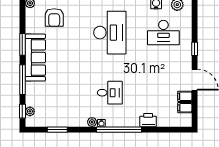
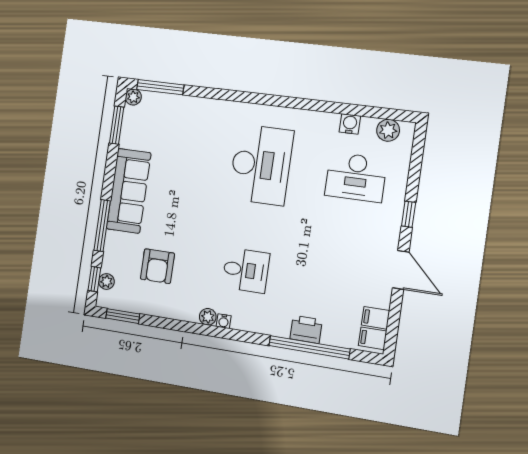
armchair: (54, 18) -> (157, 266), moved
window: (22, 44) -> (117, 125), moved
filing cabinet: (185, 96) -> (373, 338), moved
window: (57, 130) -> (123, 316), moved
window: (119, 130) -> (309, 347), moved

